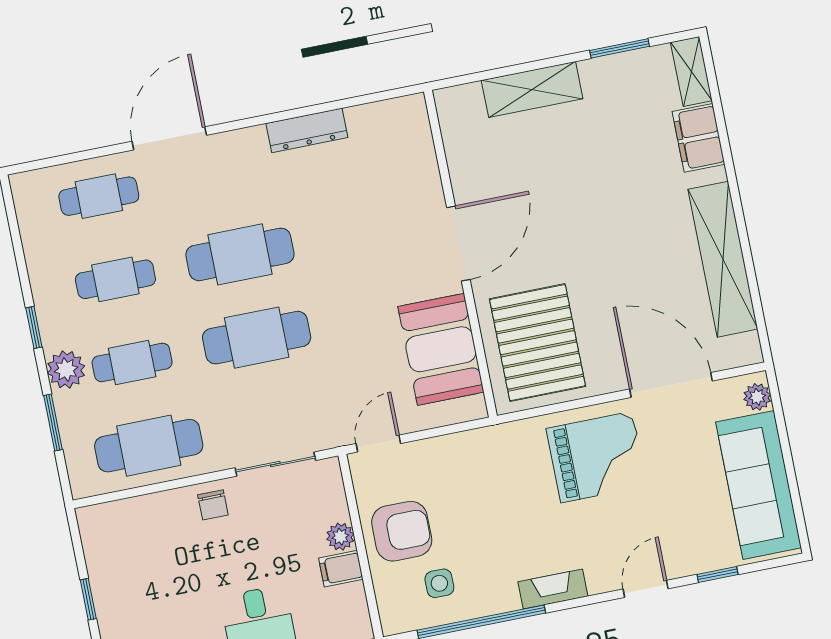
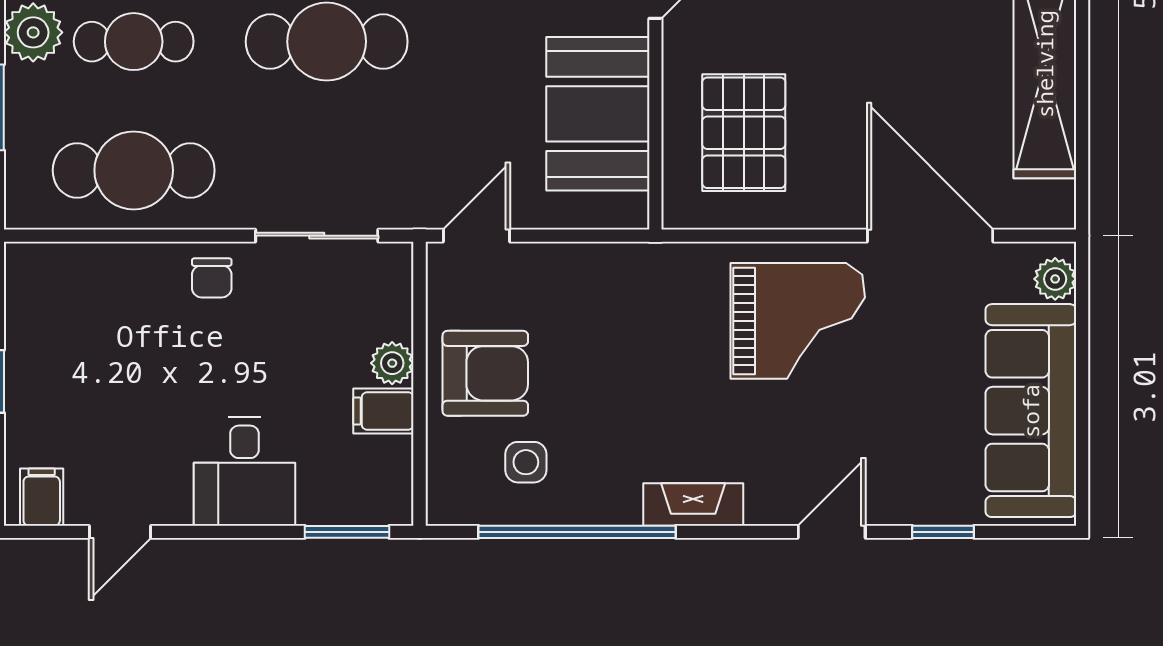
pallet: (538, 343) -> (744, 133), width x0.73, depth x0.71

